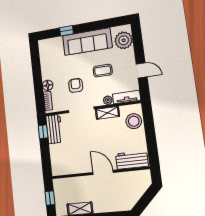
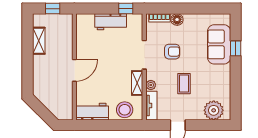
sofa: (87, 42) -> (219, 44), moved, width x0.73
workbench: (54, 129) -> (111, 22), moved
workbench: (132, 160) -> (92, 112), moved, turned -90

